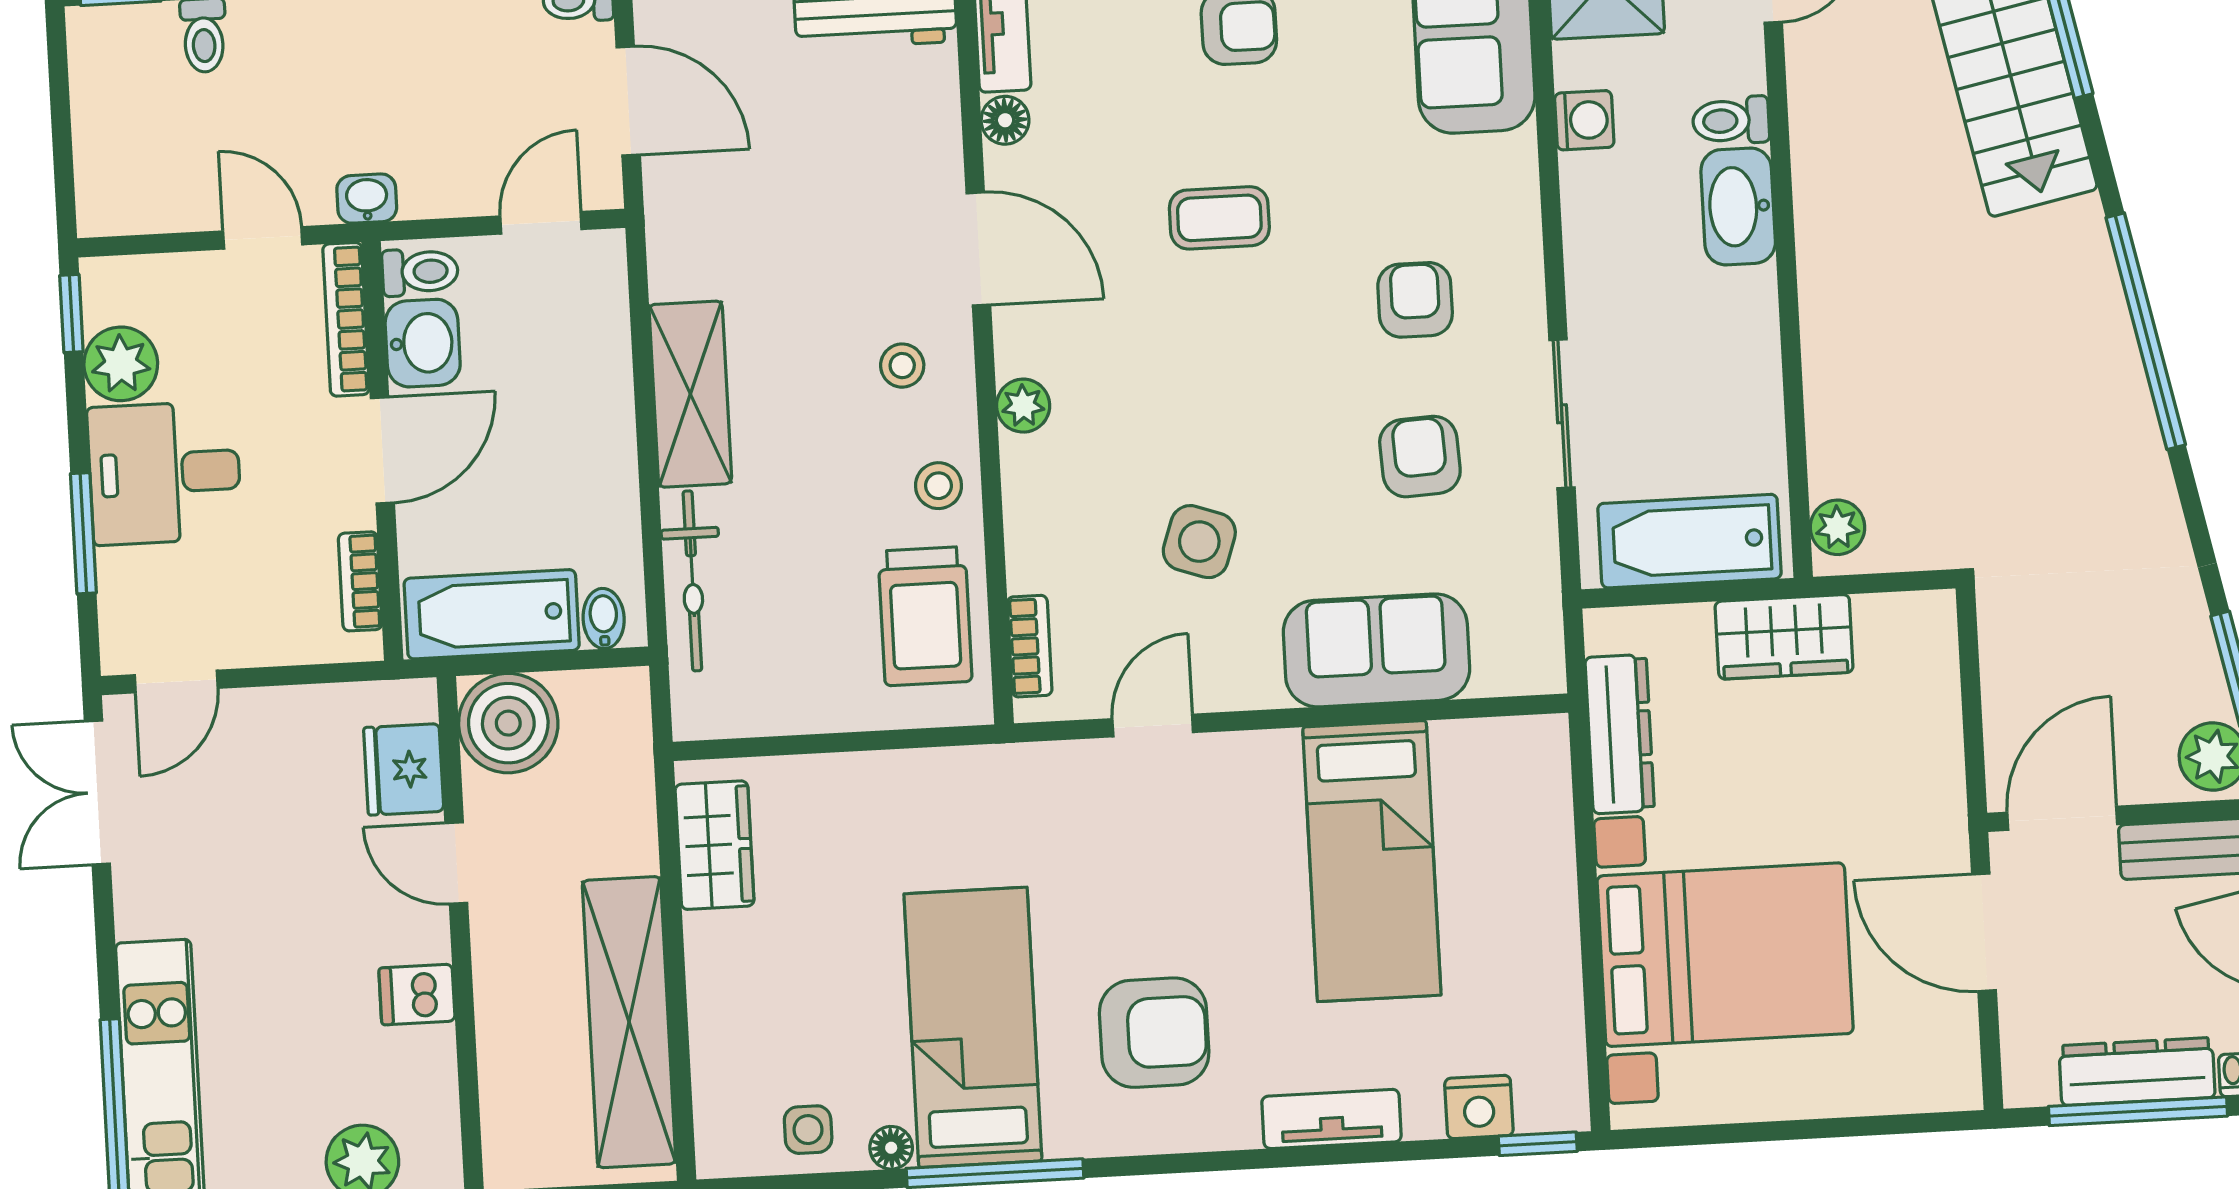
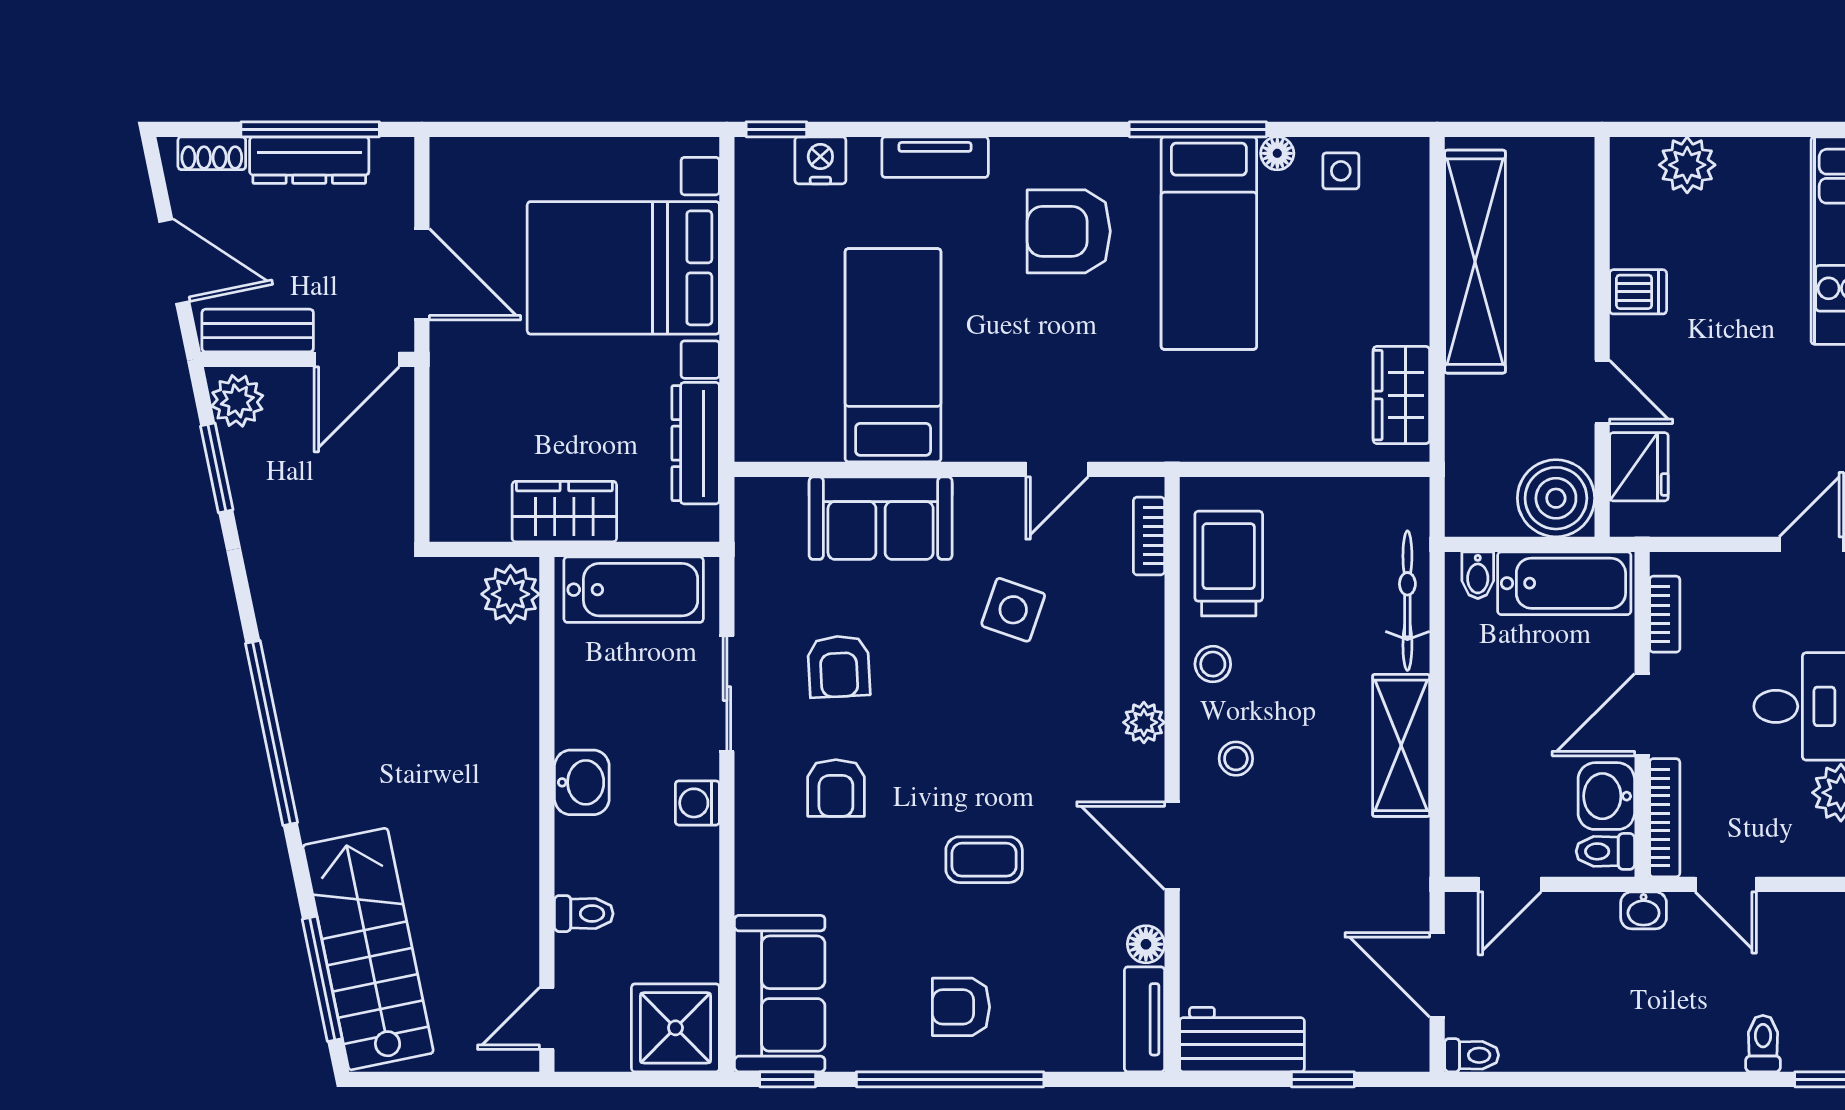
washing machine: (1584, 120) -> (697, 803), moved
washbasin: (1738, 206) -> (582, 782), moved, width x0.72
plant: (1838, 527) -> (510, 594), width x1.38, depth x1.38

